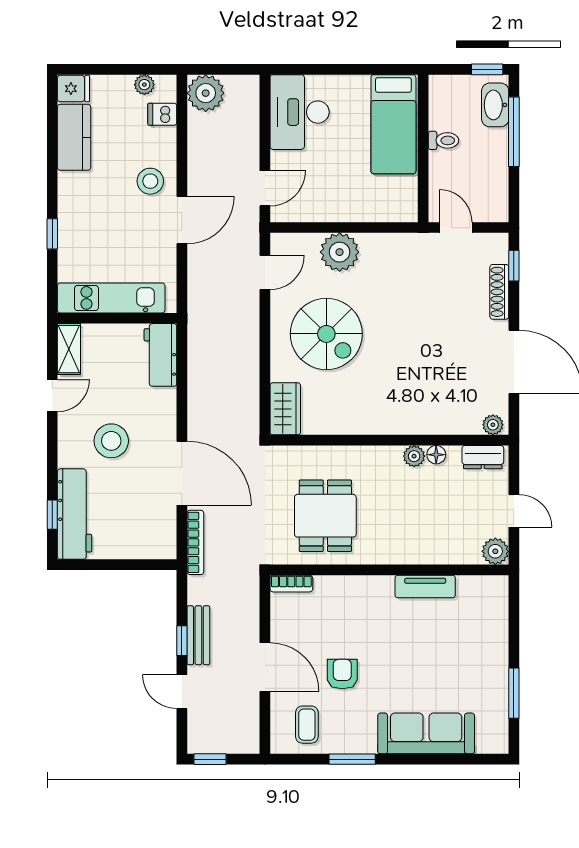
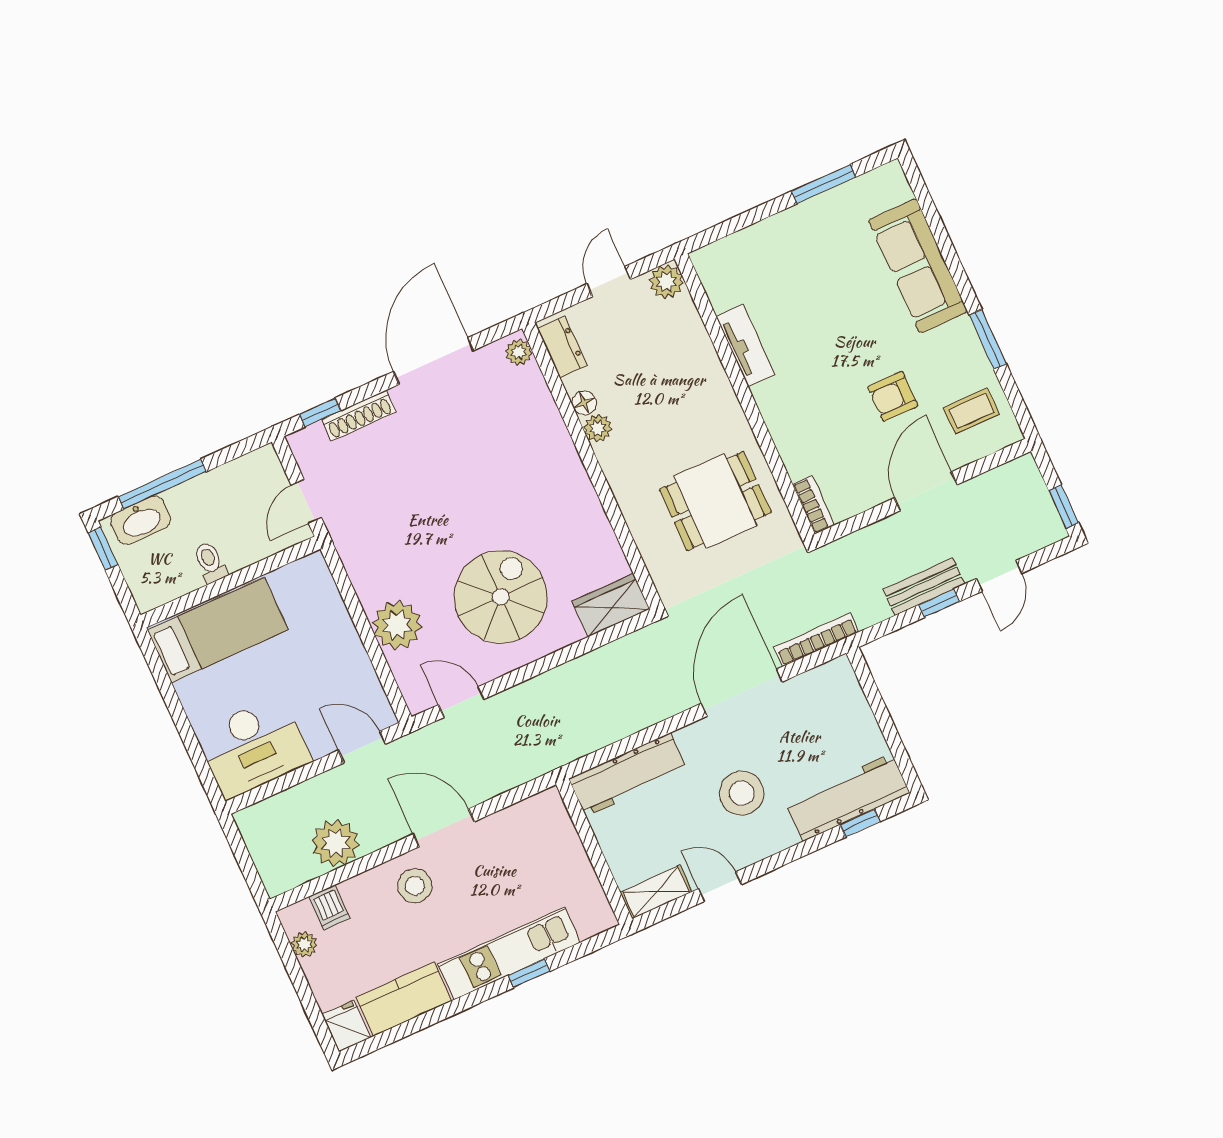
plant: (206, 93) -> (336, 843), moved
kitchen unit: (111, 298) -> (509, 953), moved, turned 90
workbench: (160, 355) -> (628, 775), width x1.38

